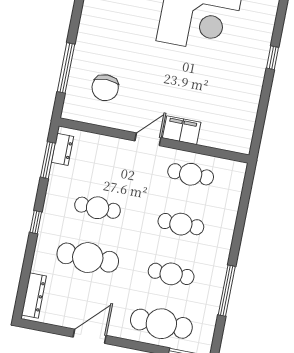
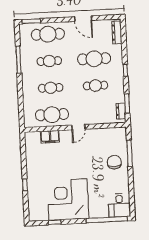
chair: (105, 88) -> (114, 162), moved
filing cabinet: (182, 130) -> (50, 137), moved
cafe table: (191, 174) -> (52, 115), width x1.37, depth x1.35
door: (90, 336) -> (83, 19), hinge flipped

